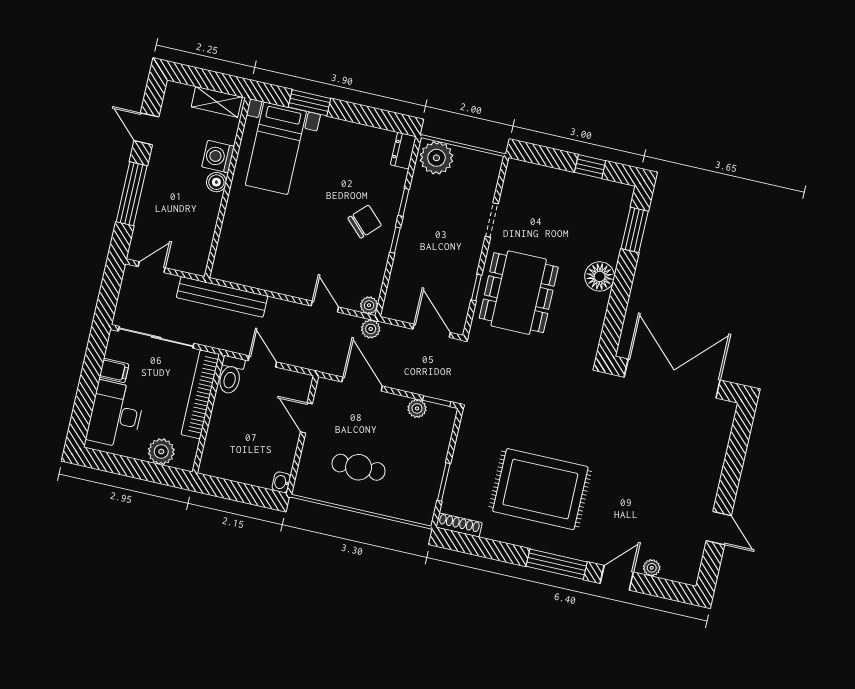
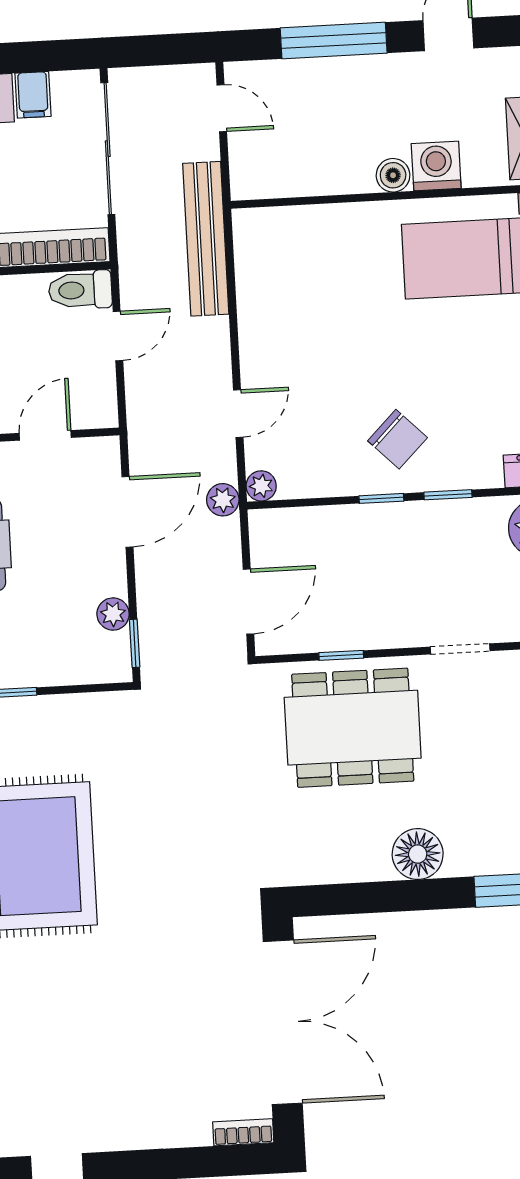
bookcase: (727, 418) -> (243, 1132), added

